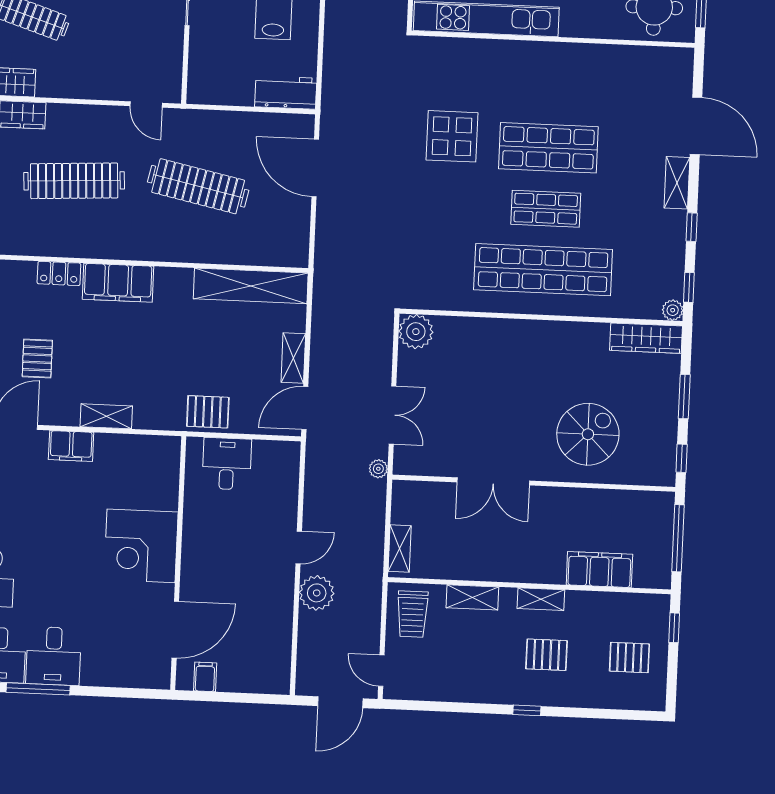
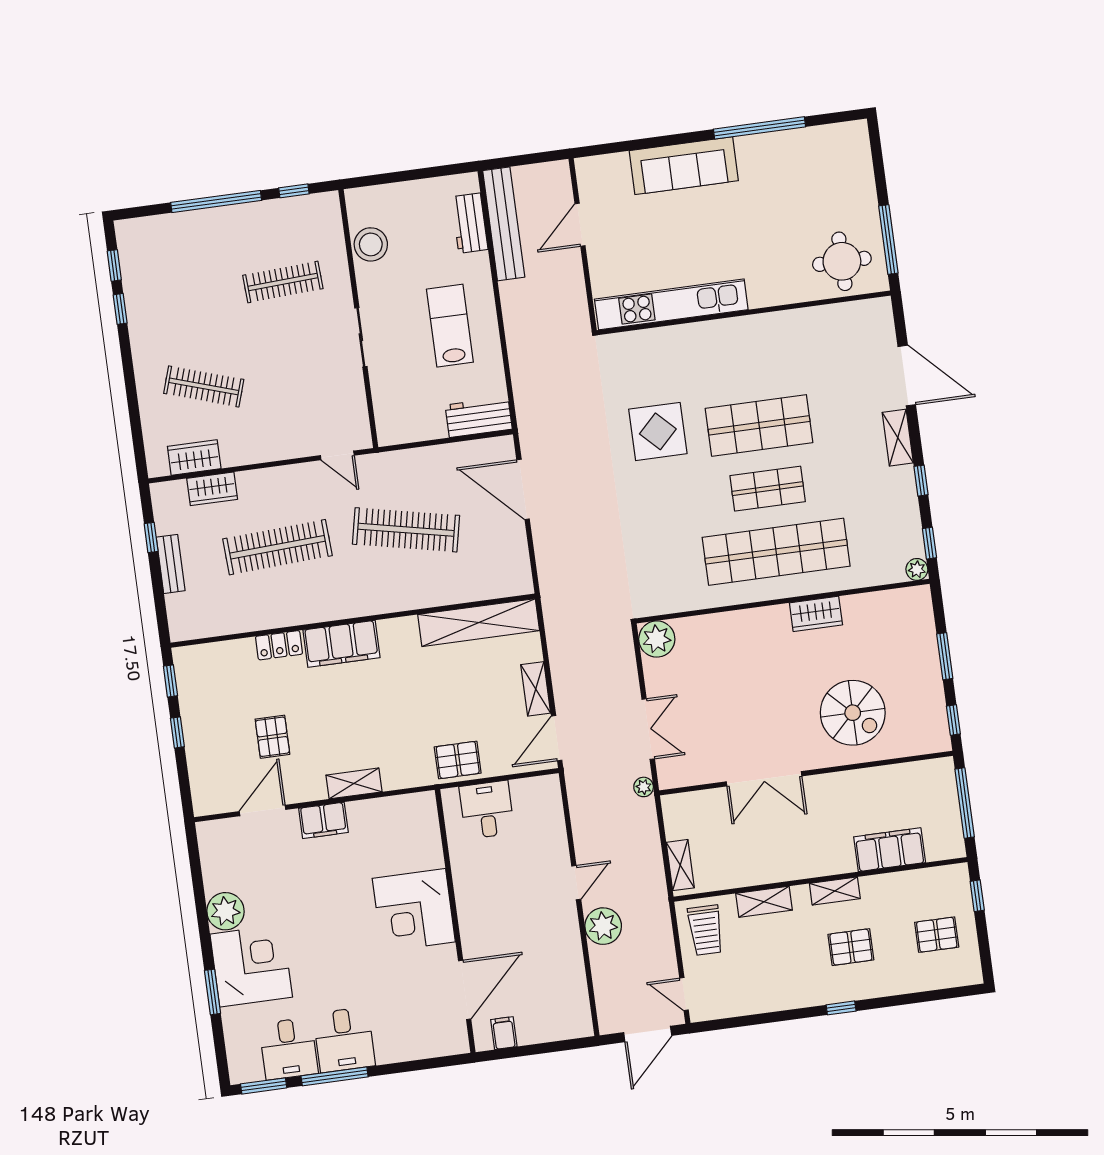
wardrobe: (646, 338) -> (816, 614), moved, width x0.67
spiral stairs: (588, 434) -> (853, 713), turned 90

